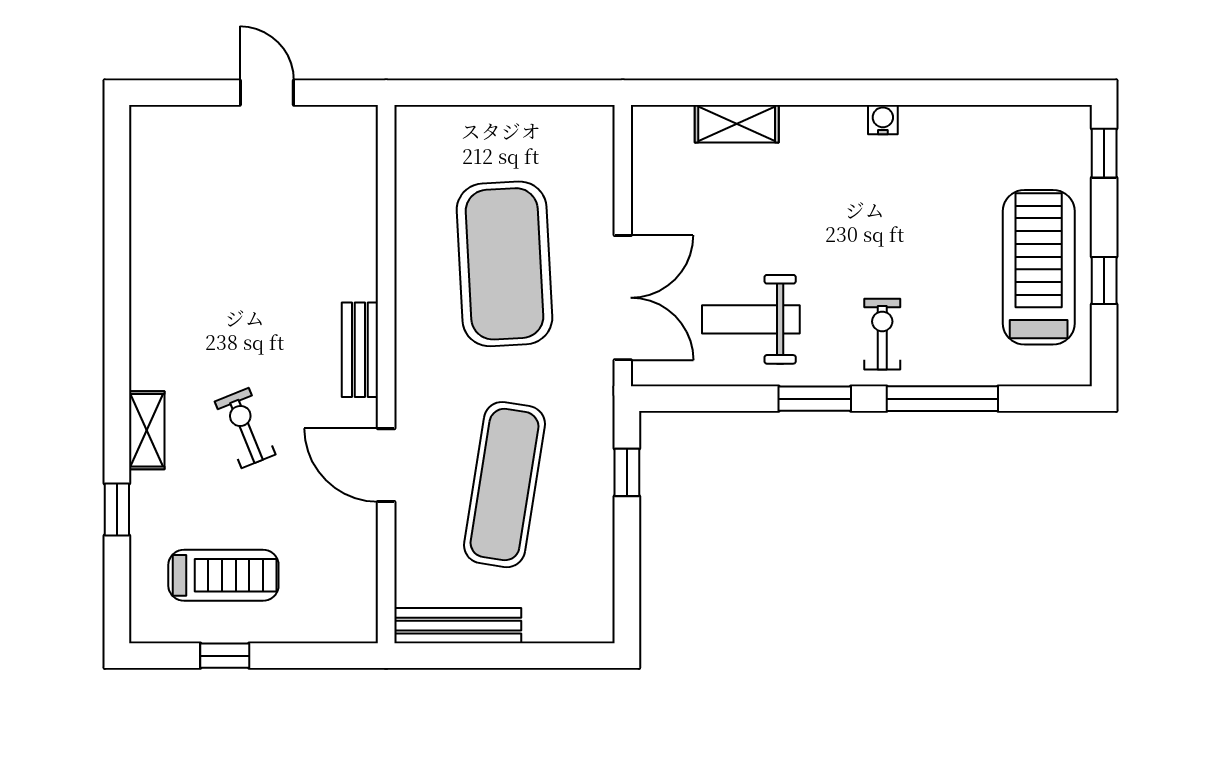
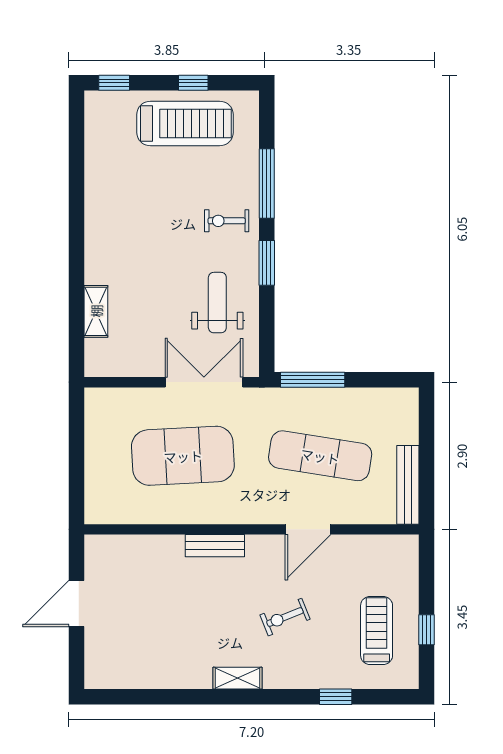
door: (267, 93) -> (76, 603), width x1.38
water cooler: (883, 120) -> (93, 220), removed
treadmill: (1039, 267) -> (185, 124), turned 180
weight bench: (751, 319) -> (217, 303), turned 180
bench: (360, 350) -> (215, 546), moved
shelving: (147, 430) -> (237, 678), moved
window: (627, 472) -> (313, 380), width x2.17

